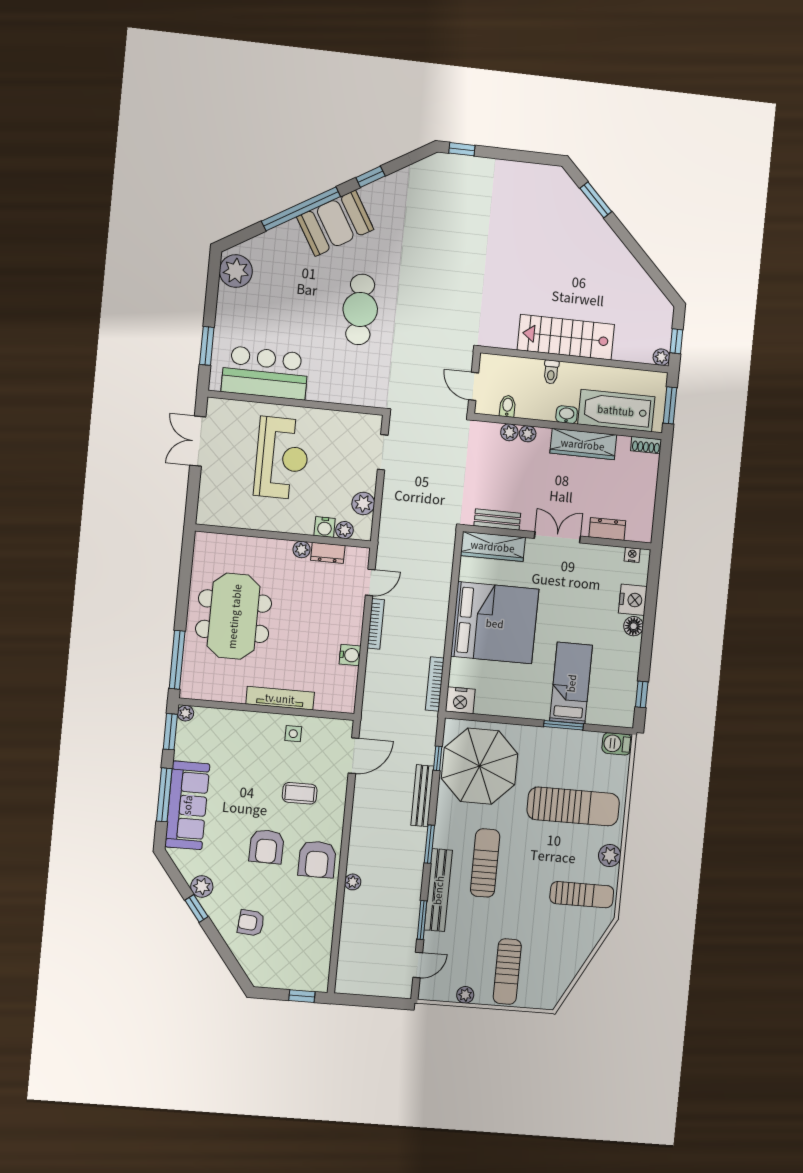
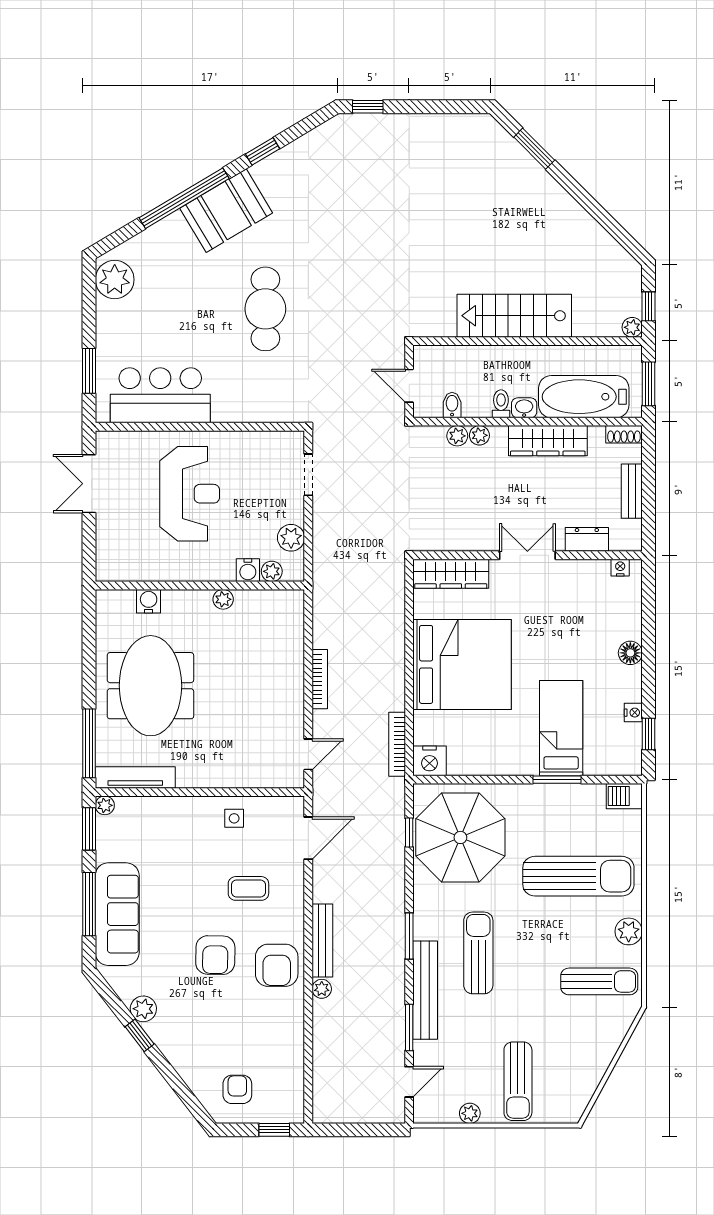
toilet: (551, 372) -> (501, 404), moved, turned 180
bench: (497, 520) -> (632, 491), moved, turned 90
dresser: (328, 553) -> (255, 600), removed
door: (370, 582) -> (308, 754), moved
nightstand: (633, 600) -> (633, 713), moved, width x0.53, depth x0.56
water cooler: (350, 655) -> (149, 601), moved, turned -90
tv unit: (280, 698) -> (135, 778), moved
bench: (422, 796) -> (322, 940), moved
armchair: (251, 923) -> (237, 1089), moved, turned 85

